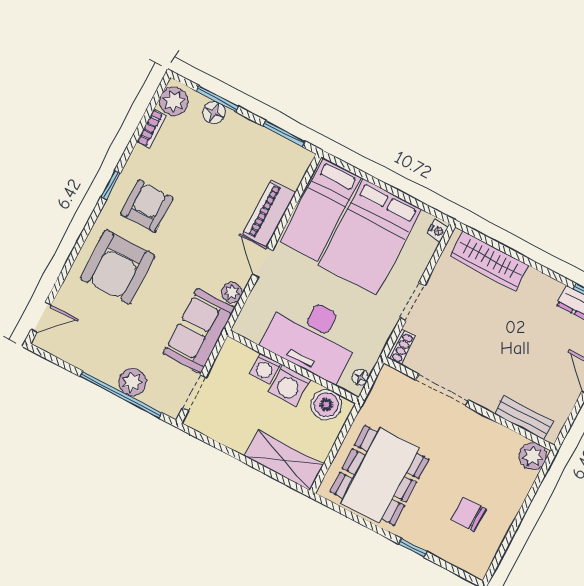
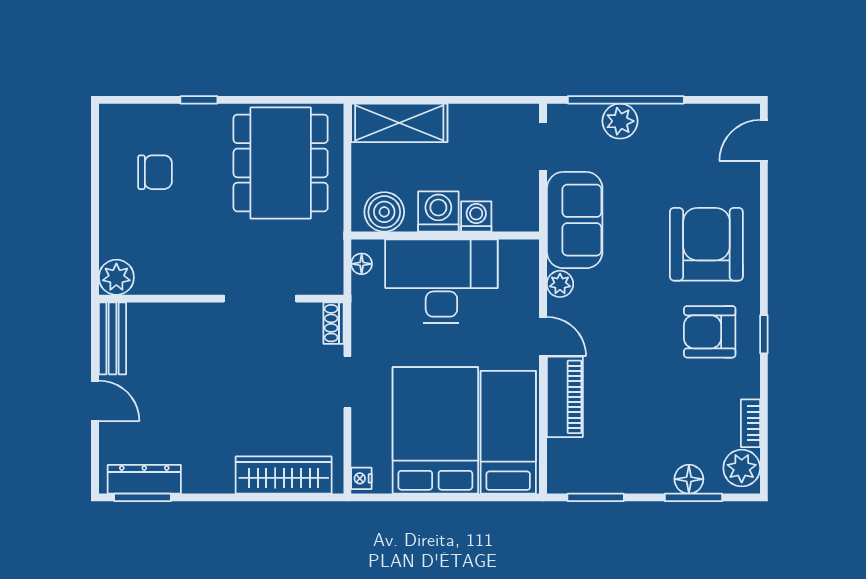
armchair: (147, 206) -> (710, 332), turned 90
bench: (524, 418) -> (113, 338), moved, turned 90

